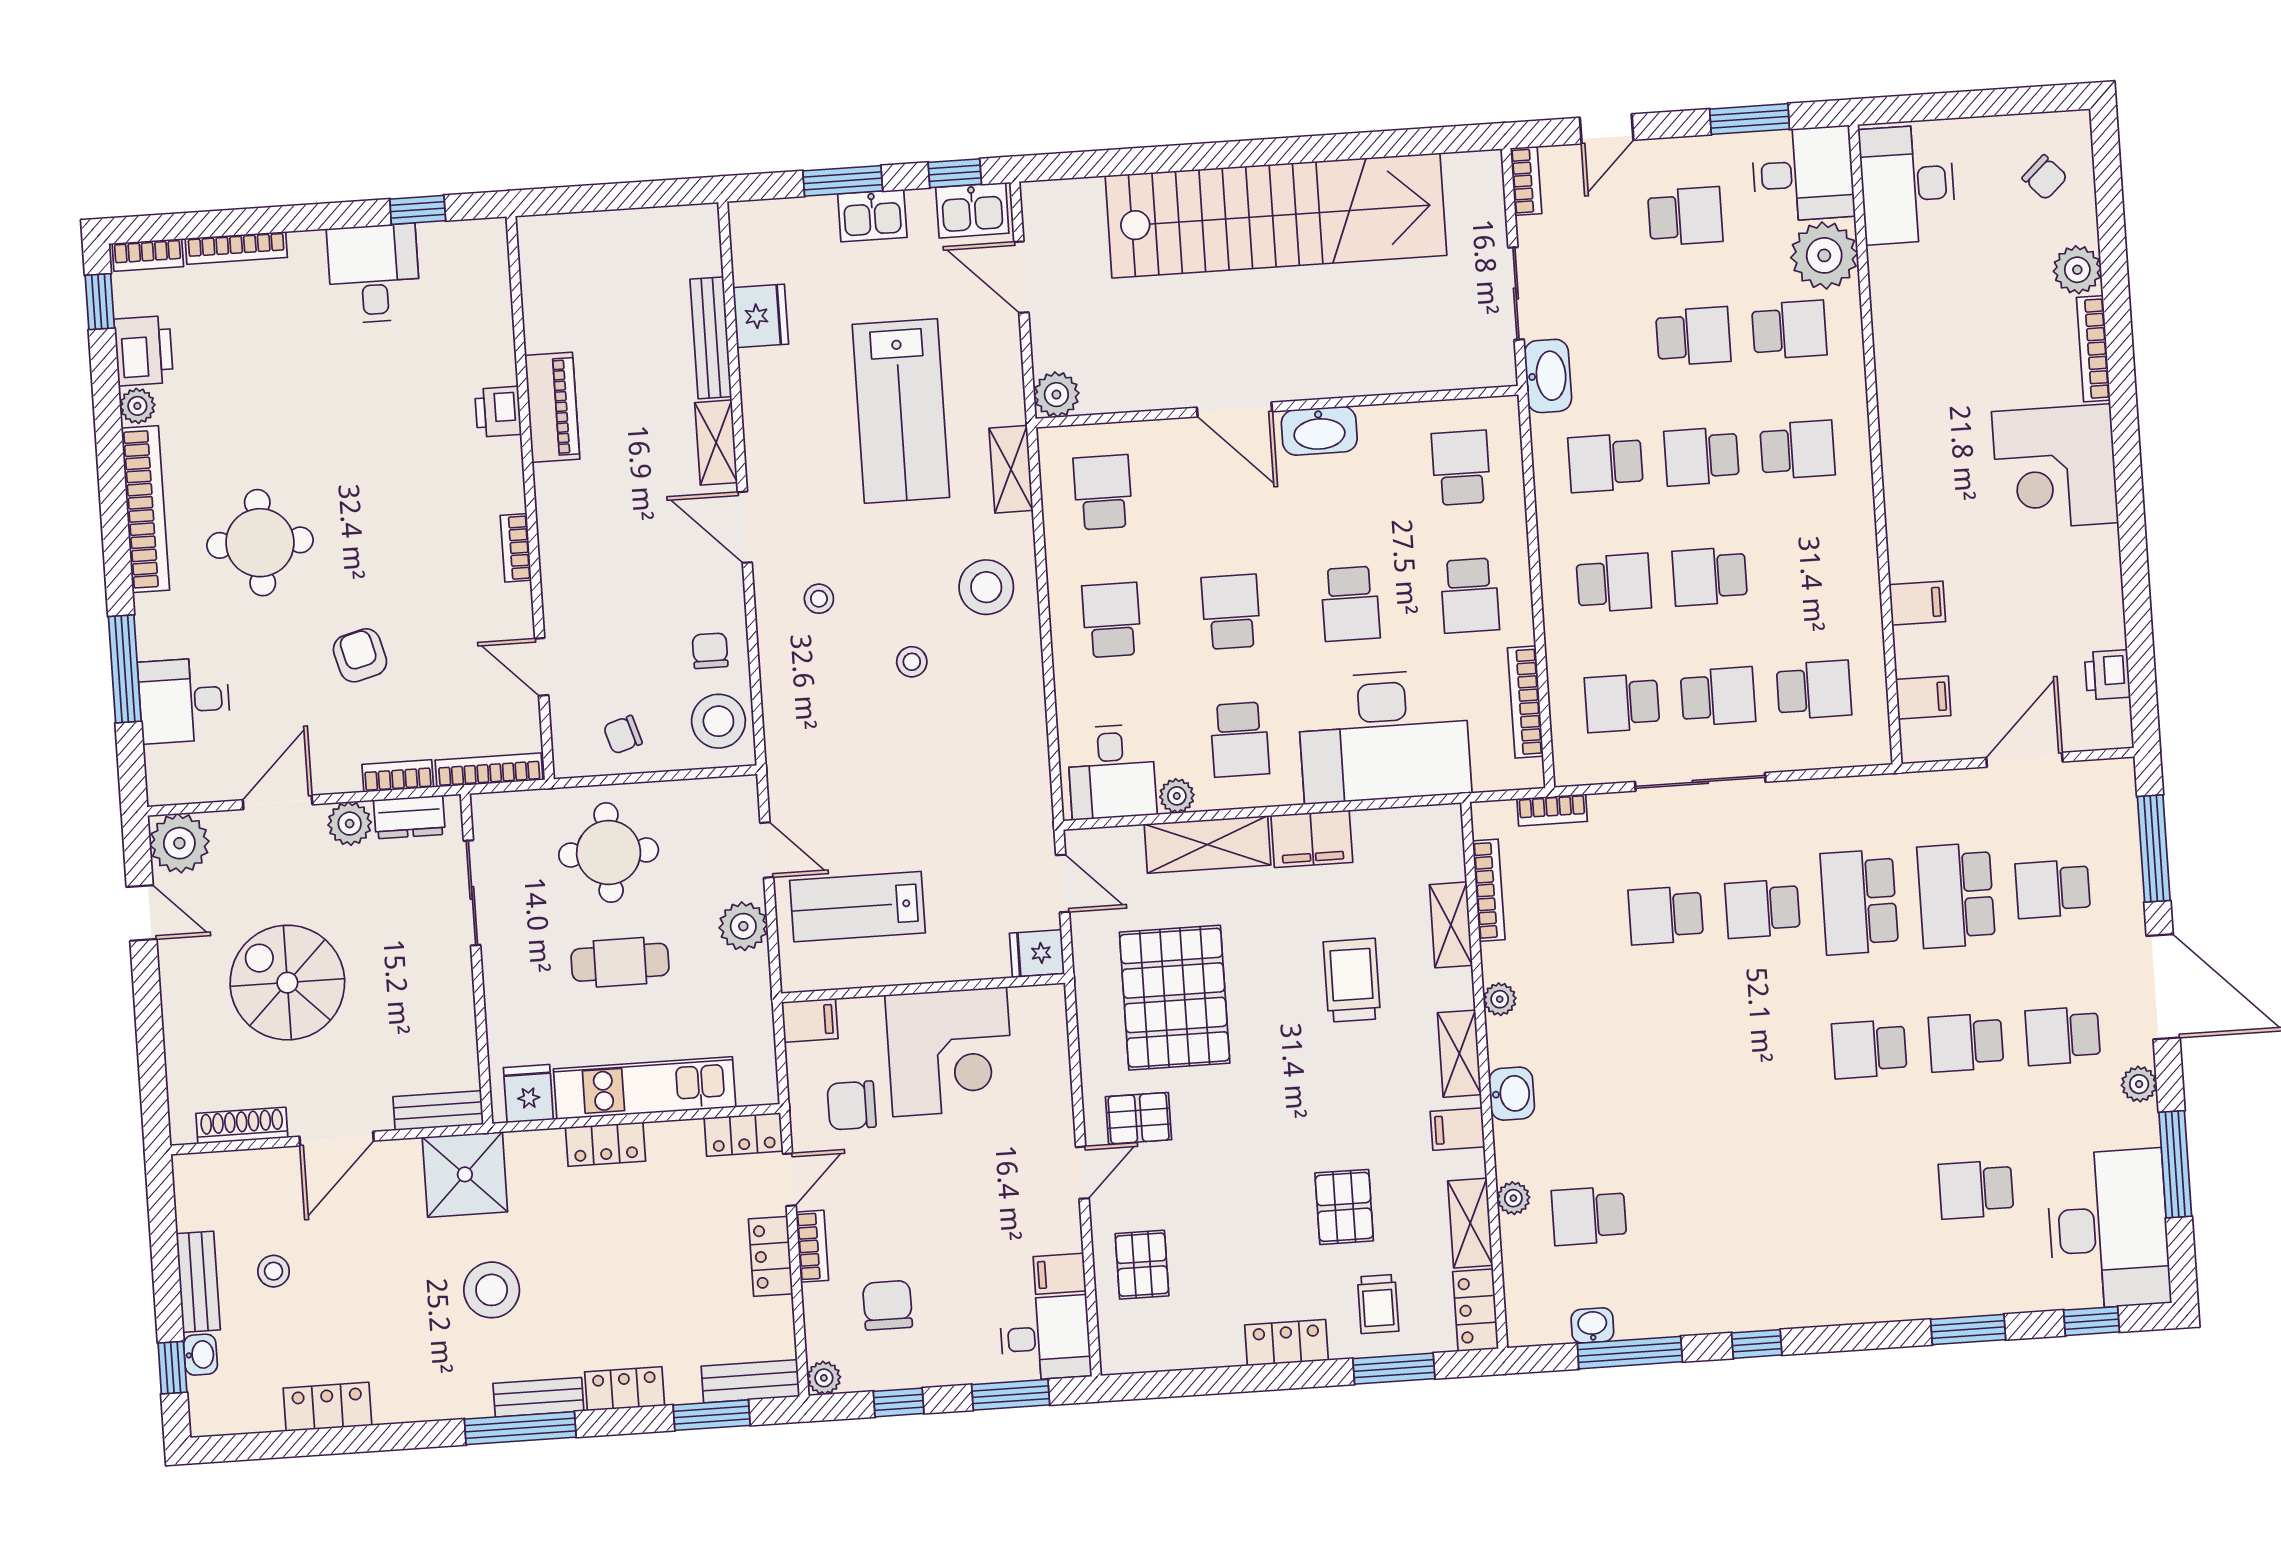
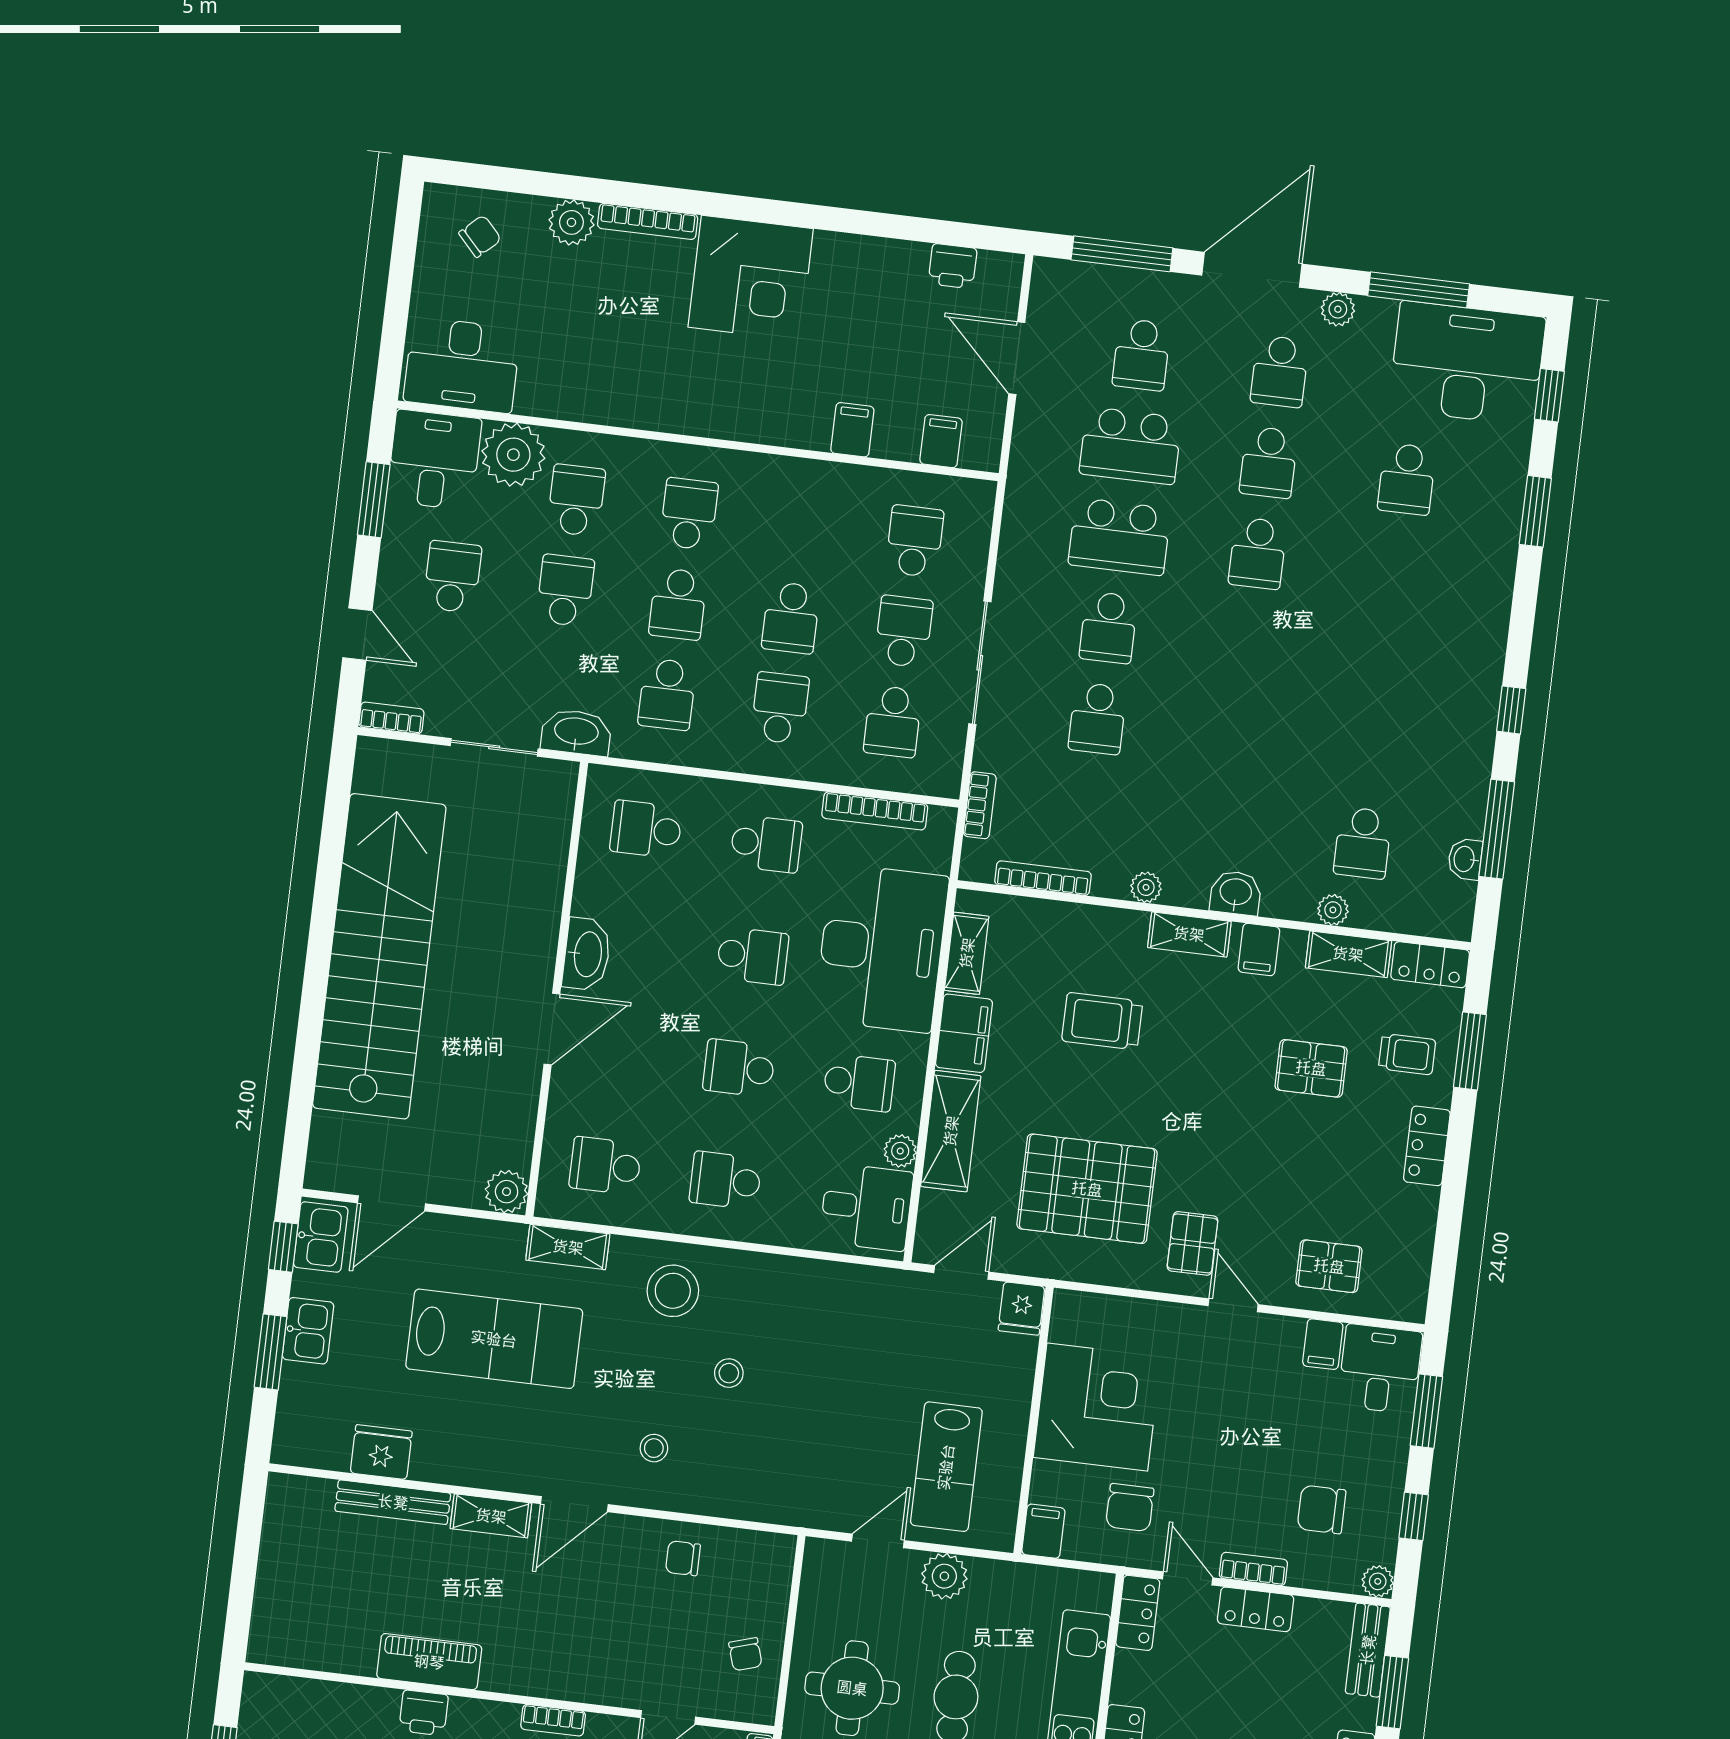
stool: (718, 721) -> (750, 1563), removed
shelving: (1451, 925) -> (967, 953), moved, turned 90

